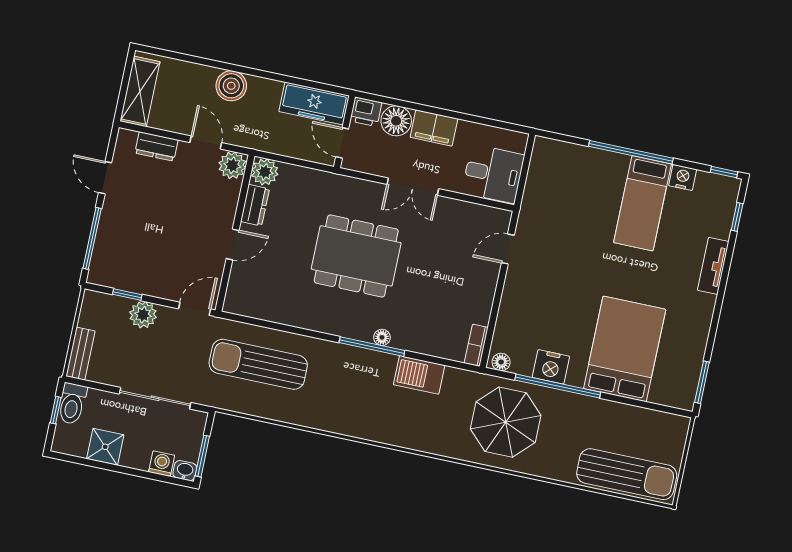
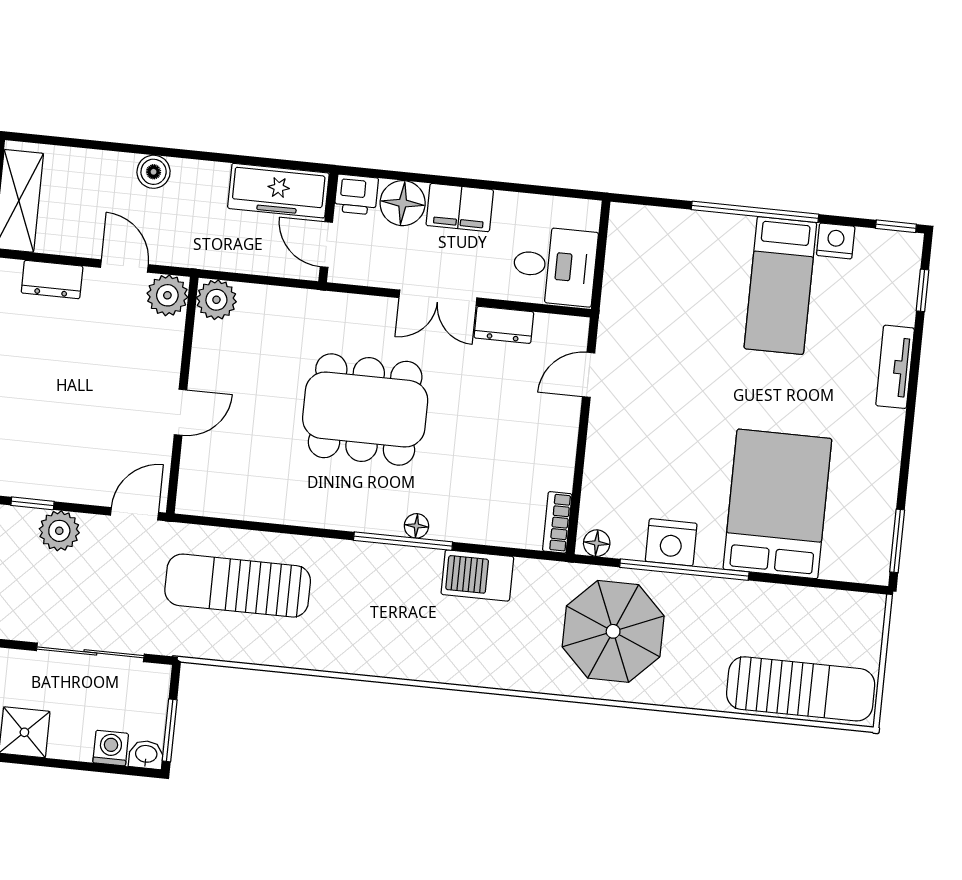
boiler: (231, 86) -> (154, 172), width x0.73, depth x0.73
dresser: (255, 205) -> (504, 325), moved, turned 90

